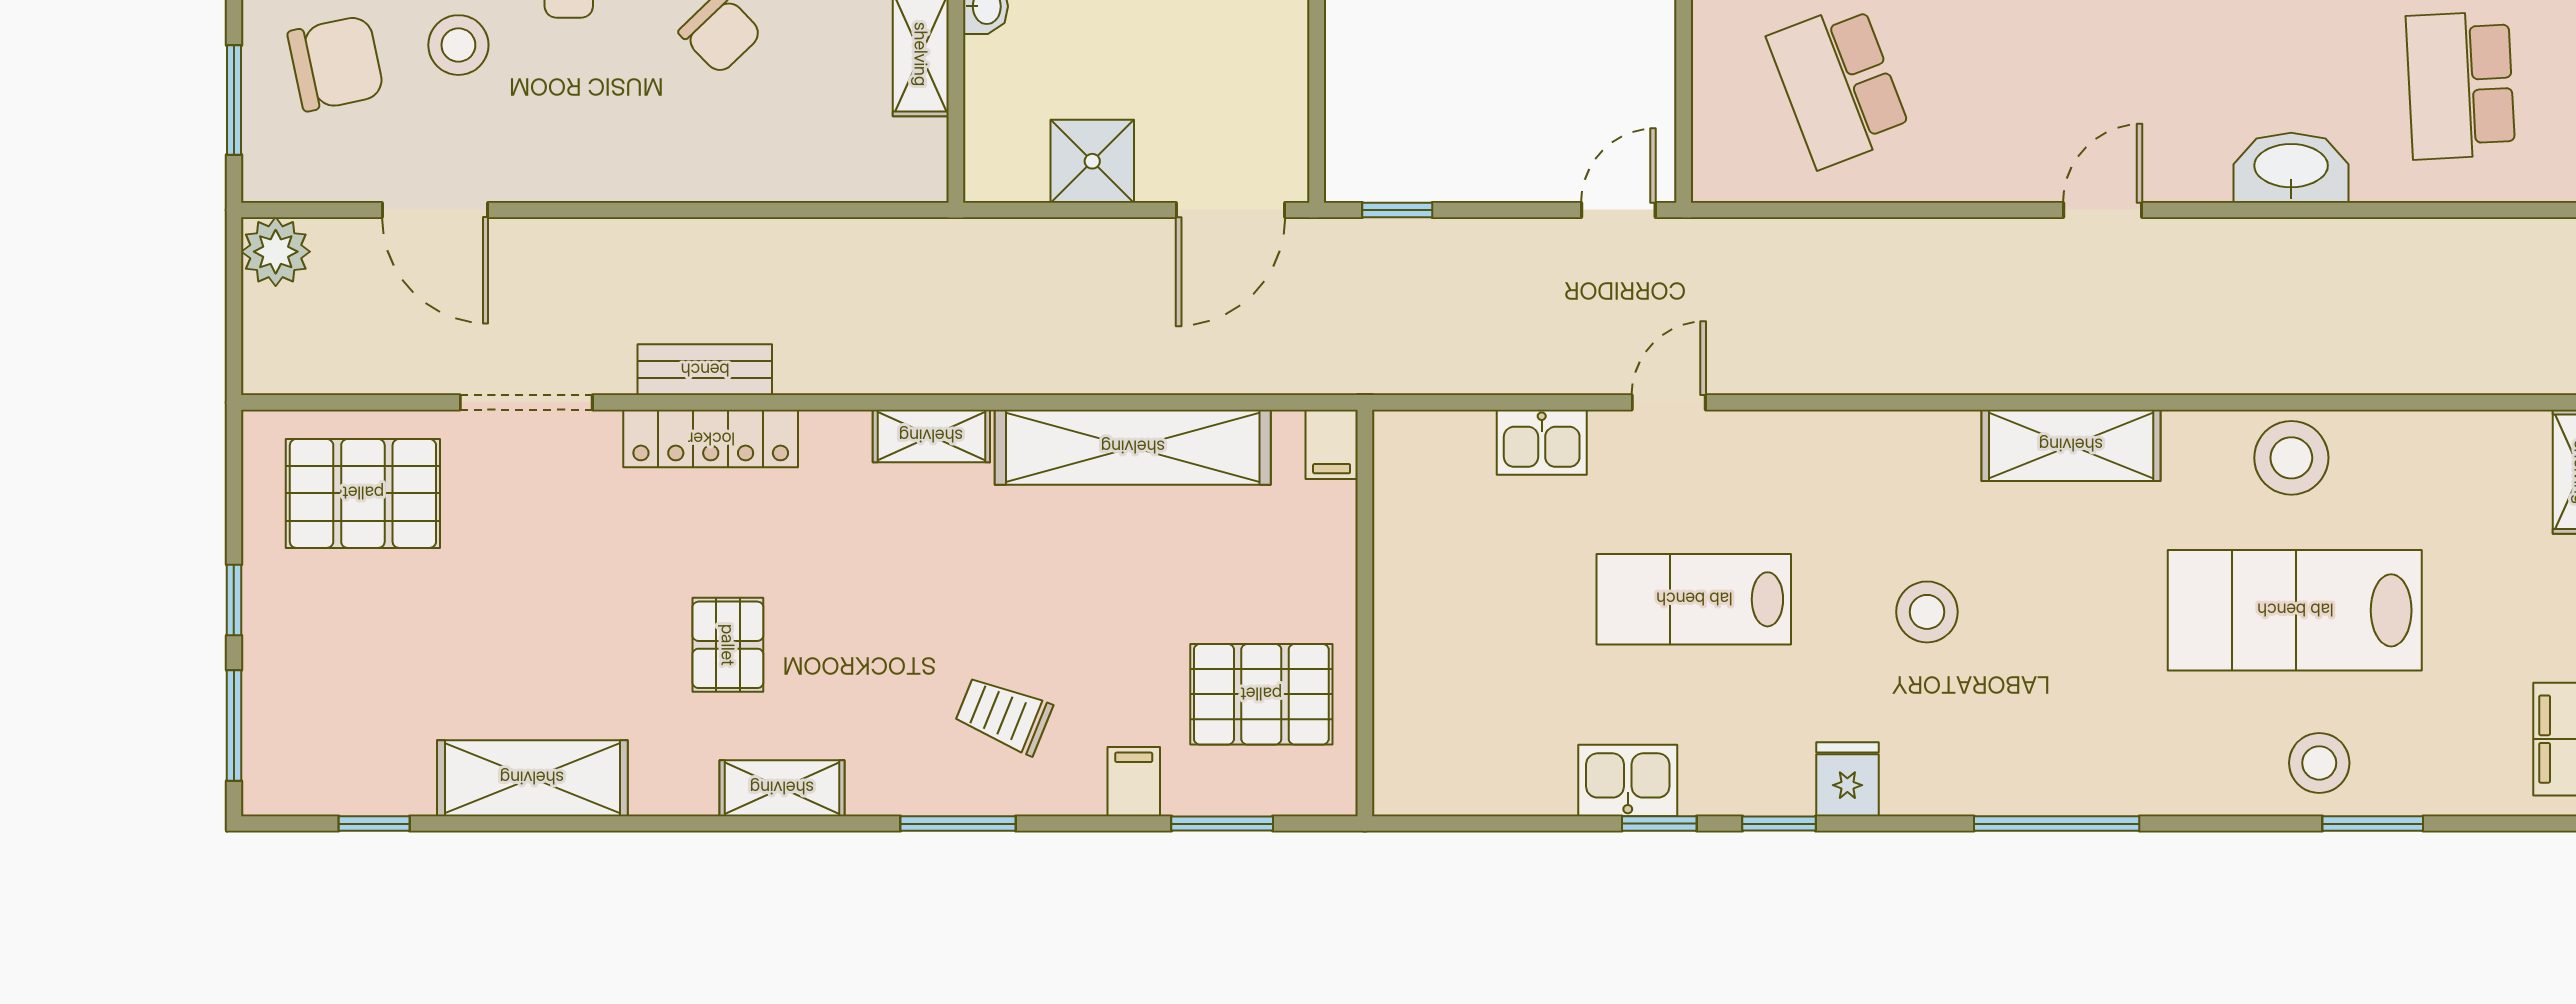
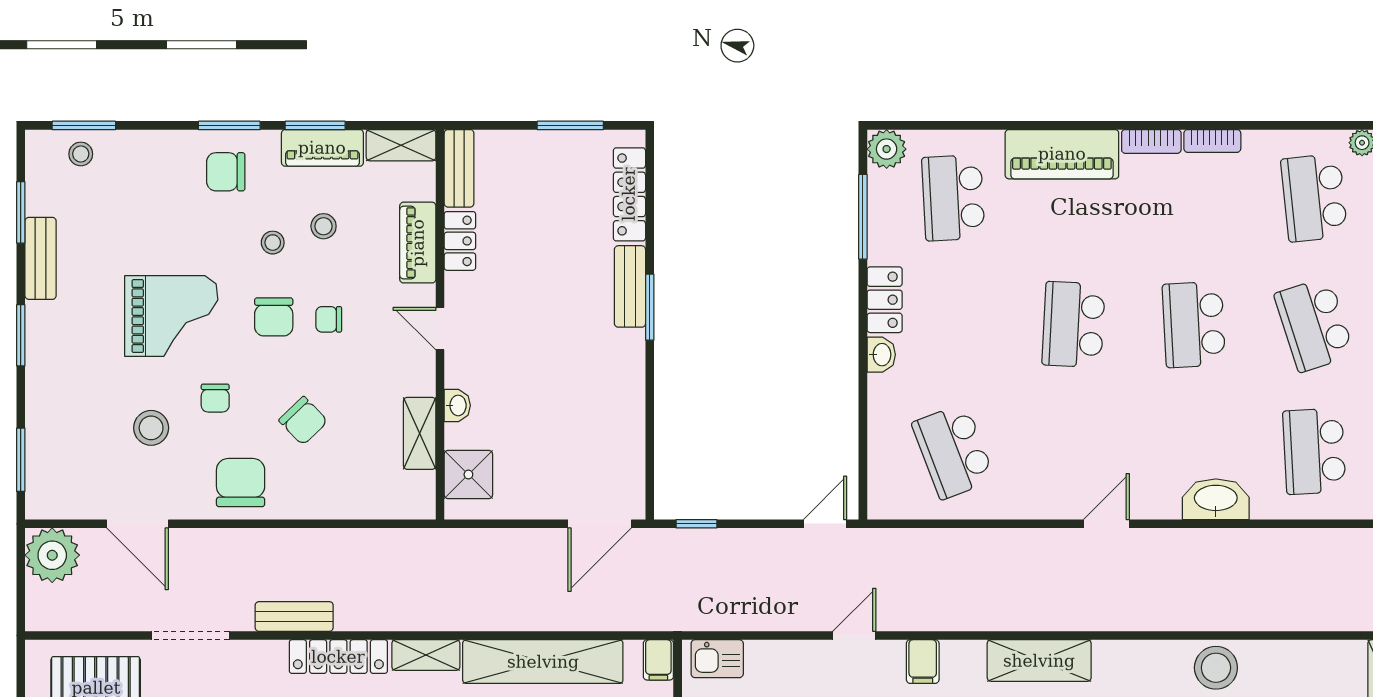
chair: (336, 63) -> (241, 483), moved, turned -78
shower: (1092, 161) -> (468, 475), moved
plant: (276, 252) -> (52, 555), width x1.36, depth x1.36
locker: (711, 439) -> (338, 657), moved
kitchen sink: (1542, 442) -> (717, 659), moved
shelving: (2071, 445) -> (1039, 661), moved
filing cabinet: (1787, 447) -> (923, 662), added

